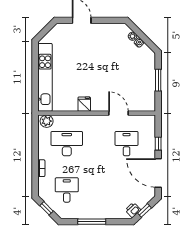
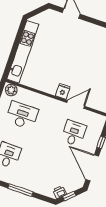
fridge: (84, 104) -> (63, 91), moved
door: (118, 113) -> (76, 104), hinge flipped

